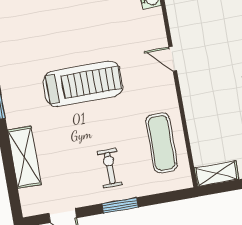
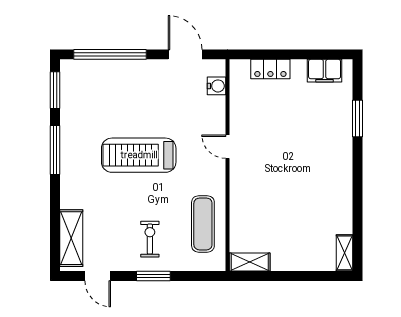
treadmill: (83, 84) -> (139, 155), turned 180
shelving: (24, 157) -> (71, 238), moved

